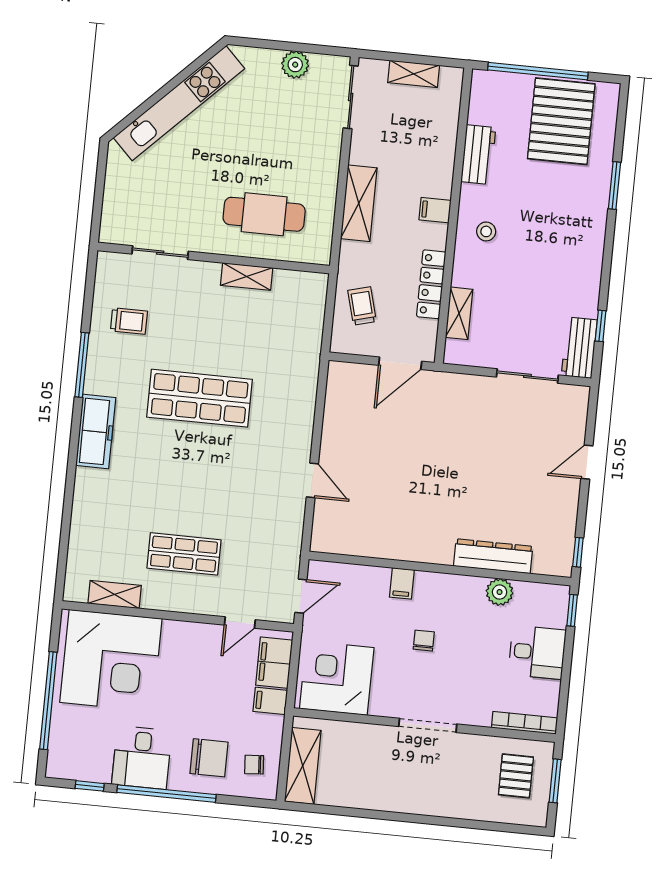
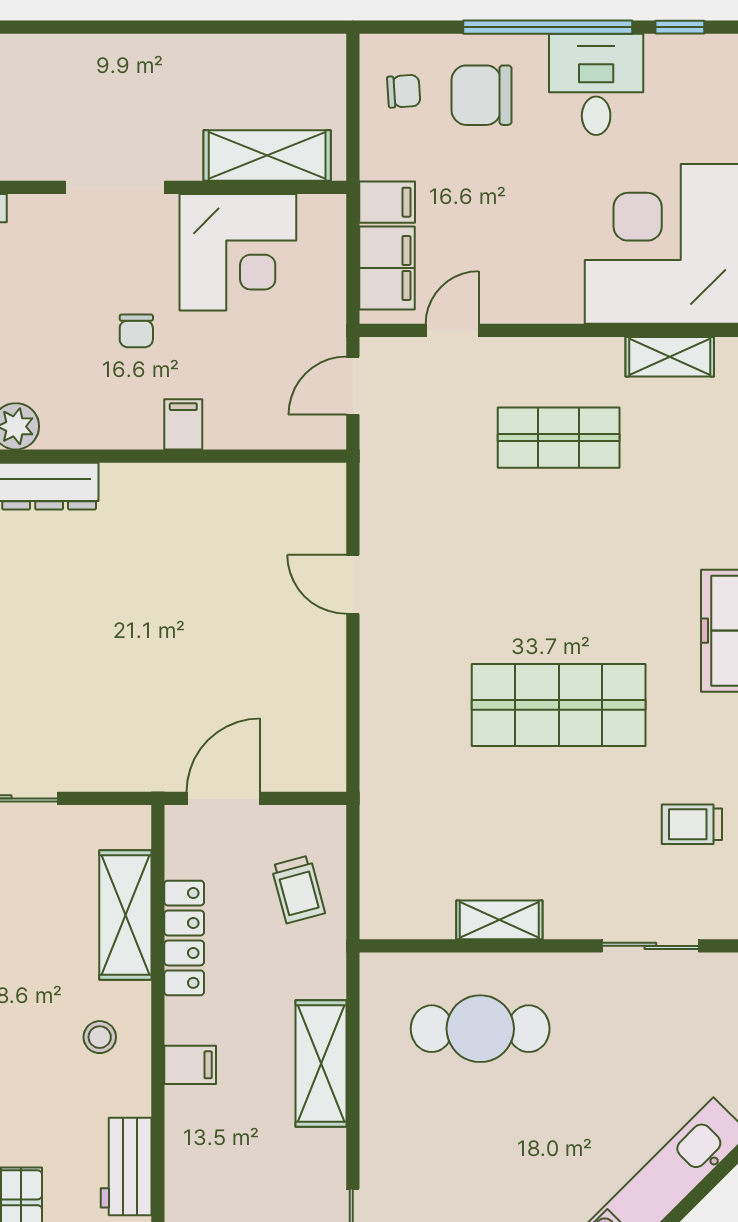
shelving: (459, 313) -> (125, 915), width x1.50, depth x1.33
corner desk: (337, 678) -> (238, 252), moved
shelving: (303, 766) -> (267, 155), moved, turned 90

